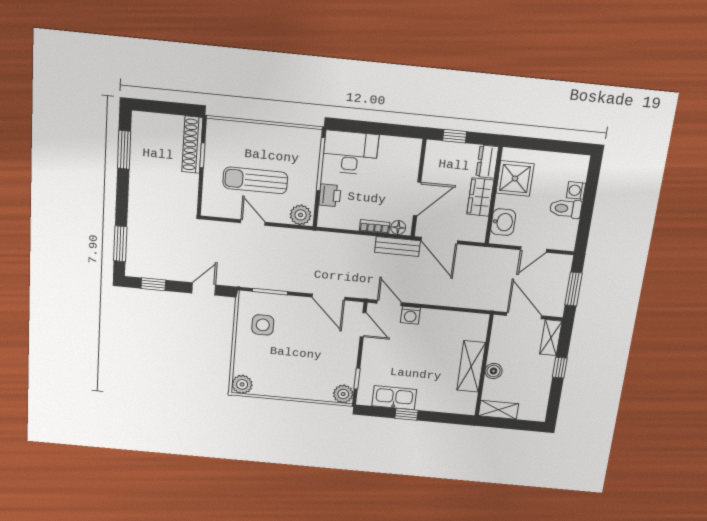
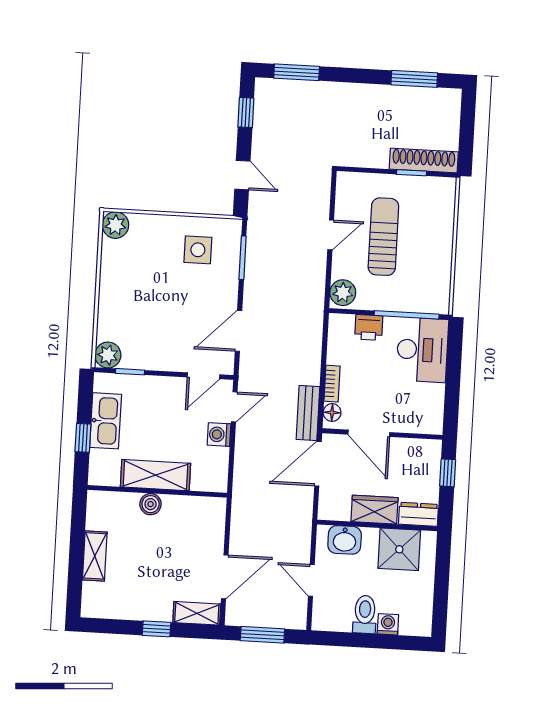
shelving: (471, 366) -> (155, 475), moved
wall: (484, 366) -> (157, 491), moved
boiler: (494, 371) -> (151, 504), moved

